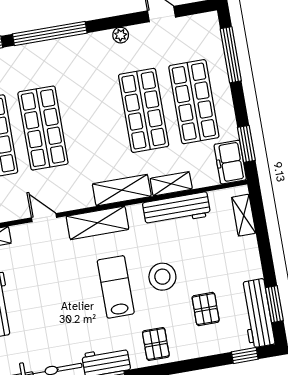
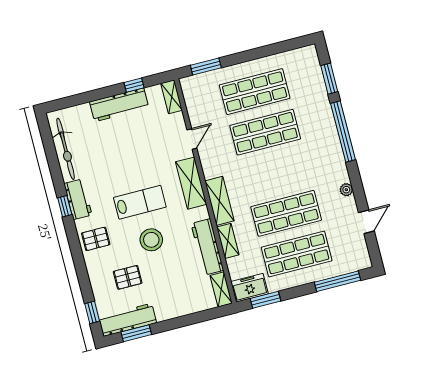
shelving: (244, 215) -> (221, 289), moved, turned 90

